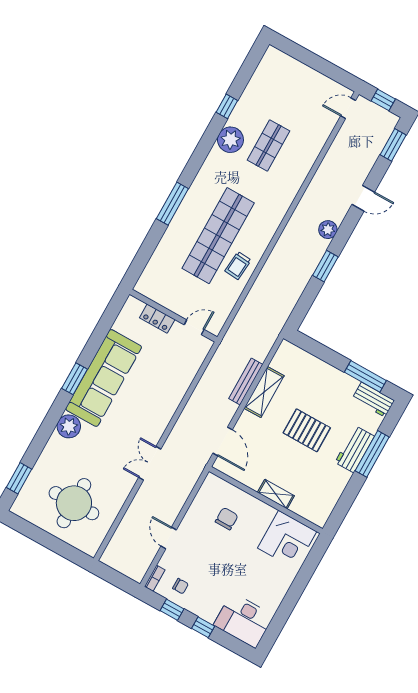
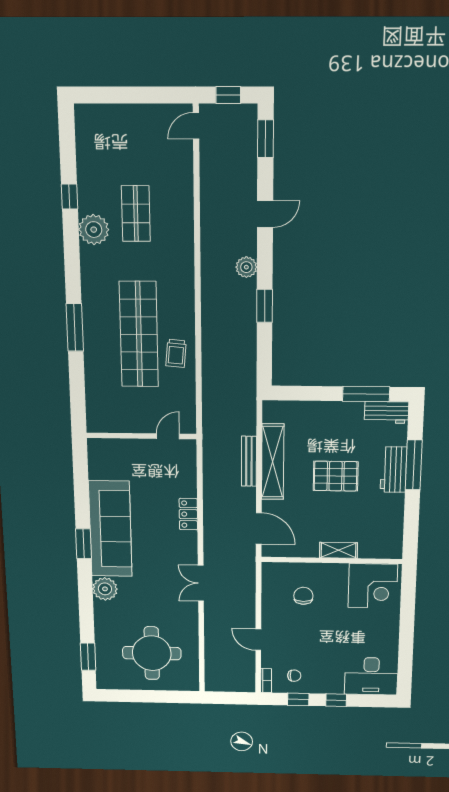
locker: (157, 319) -> (188, 514), moved, turned 90
shelving: (264, 392) -> (273, 462), width x1.47

